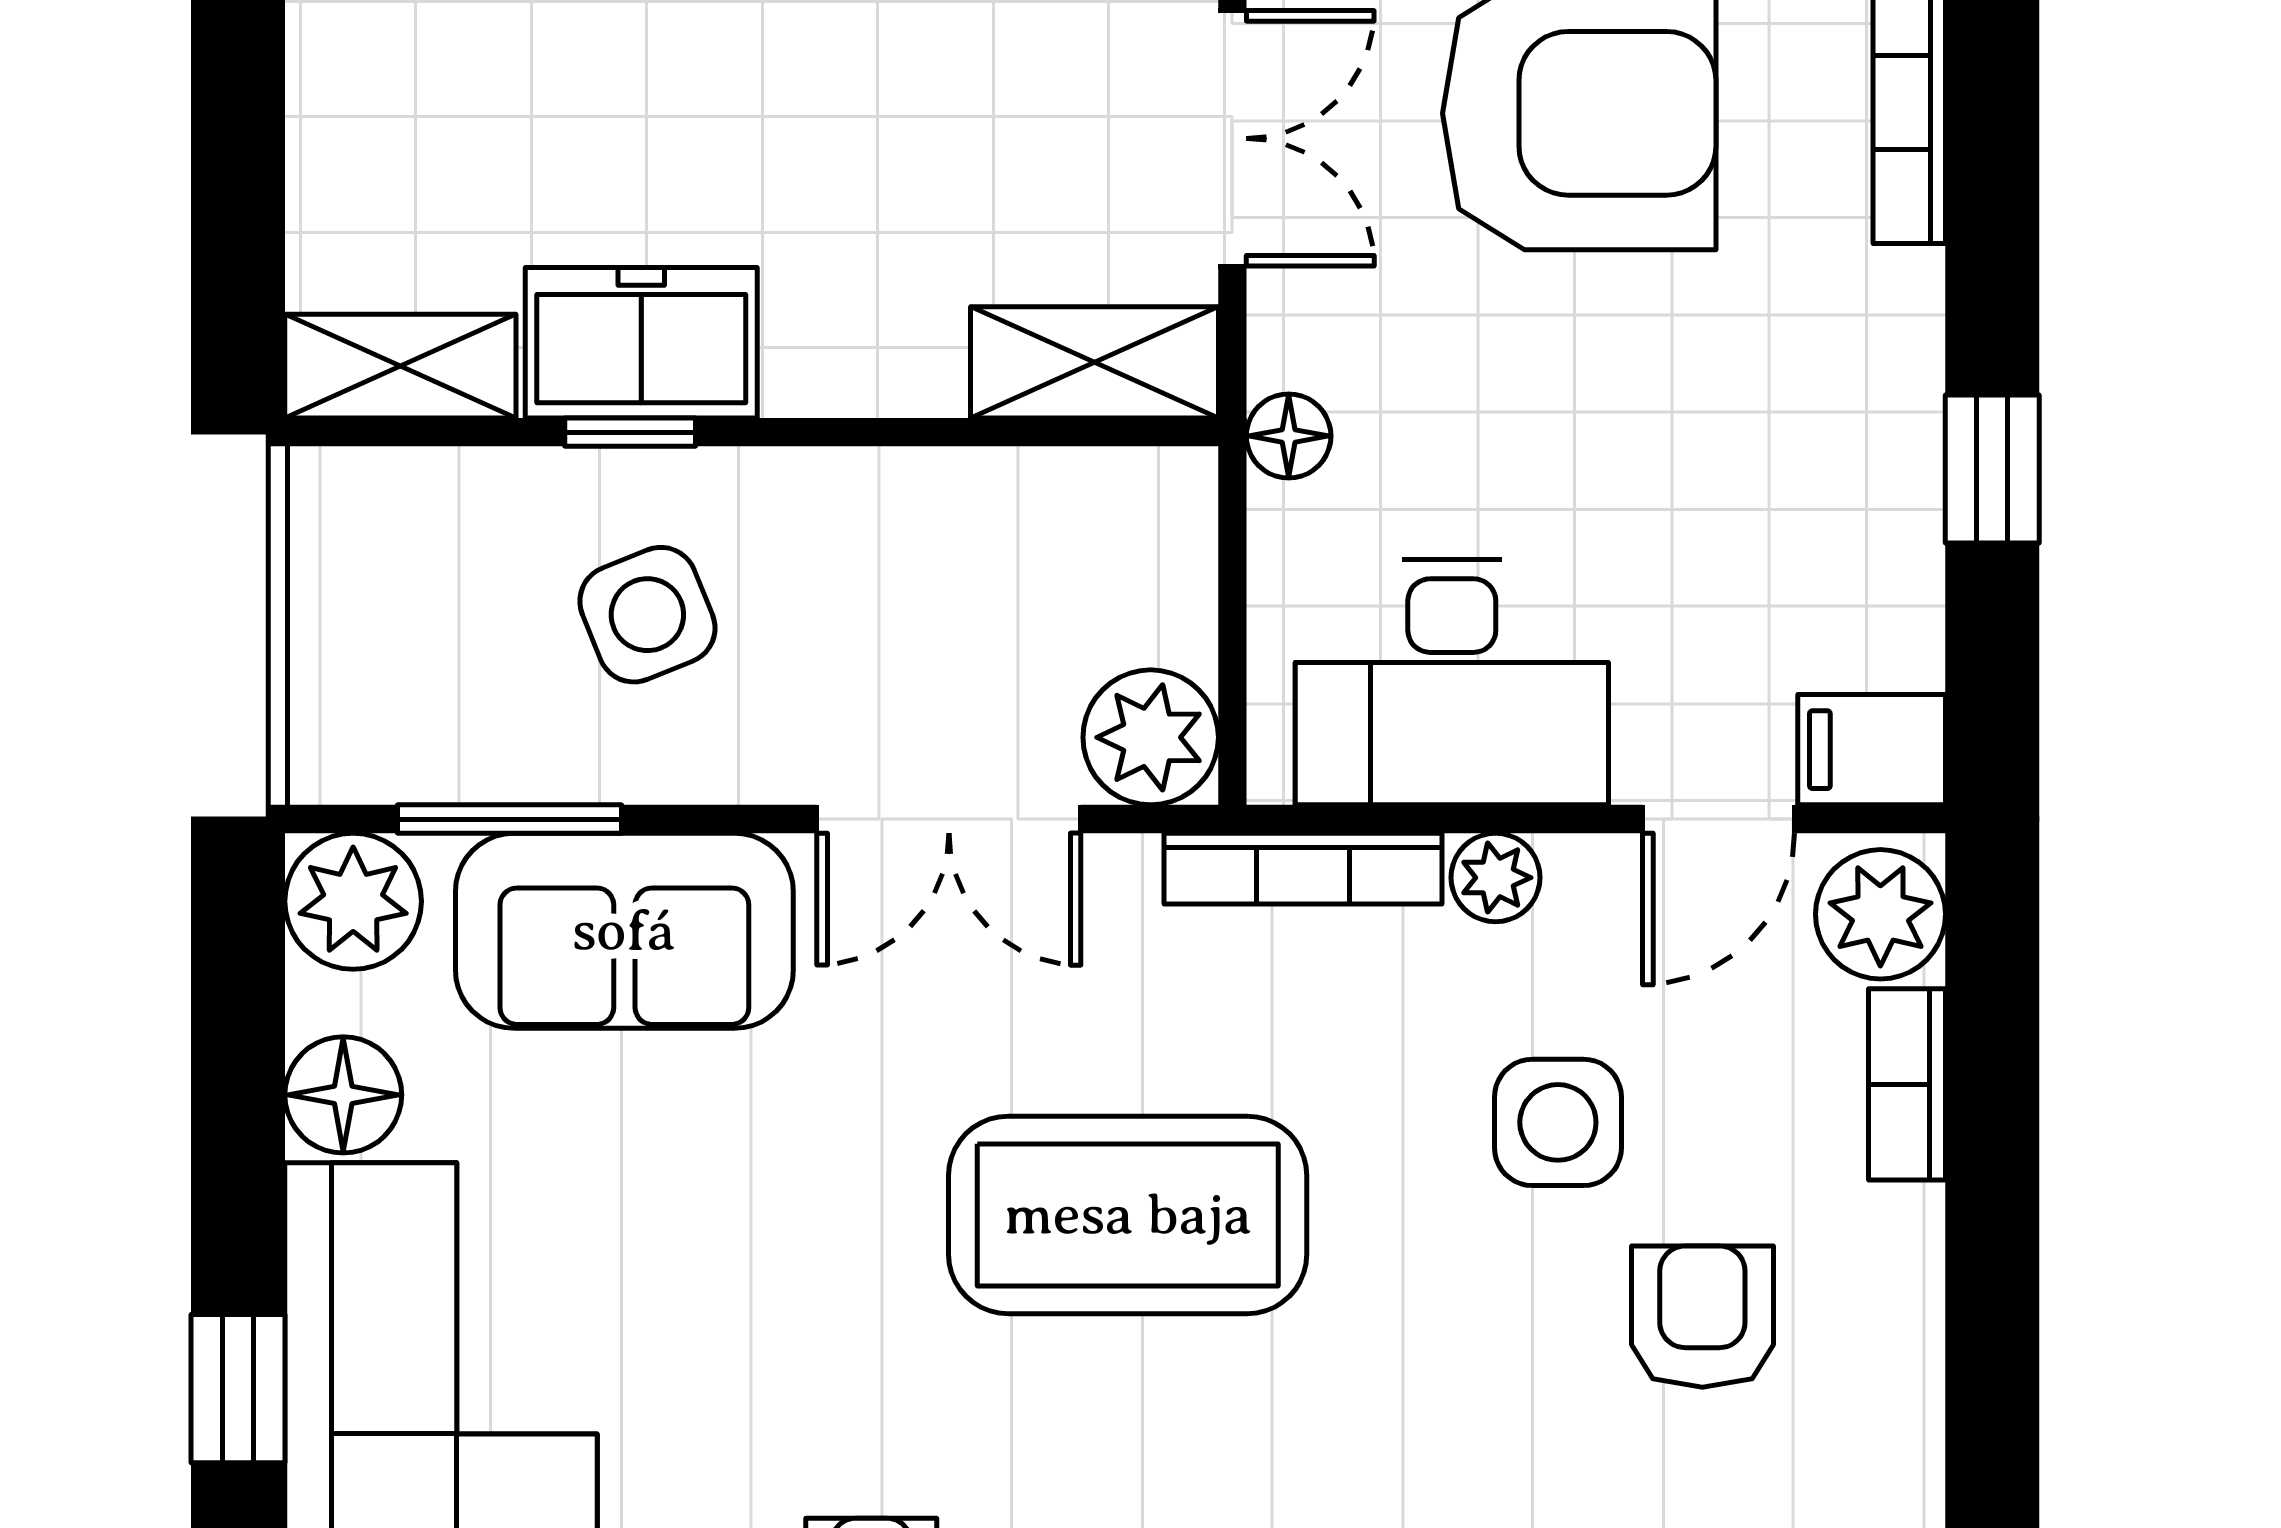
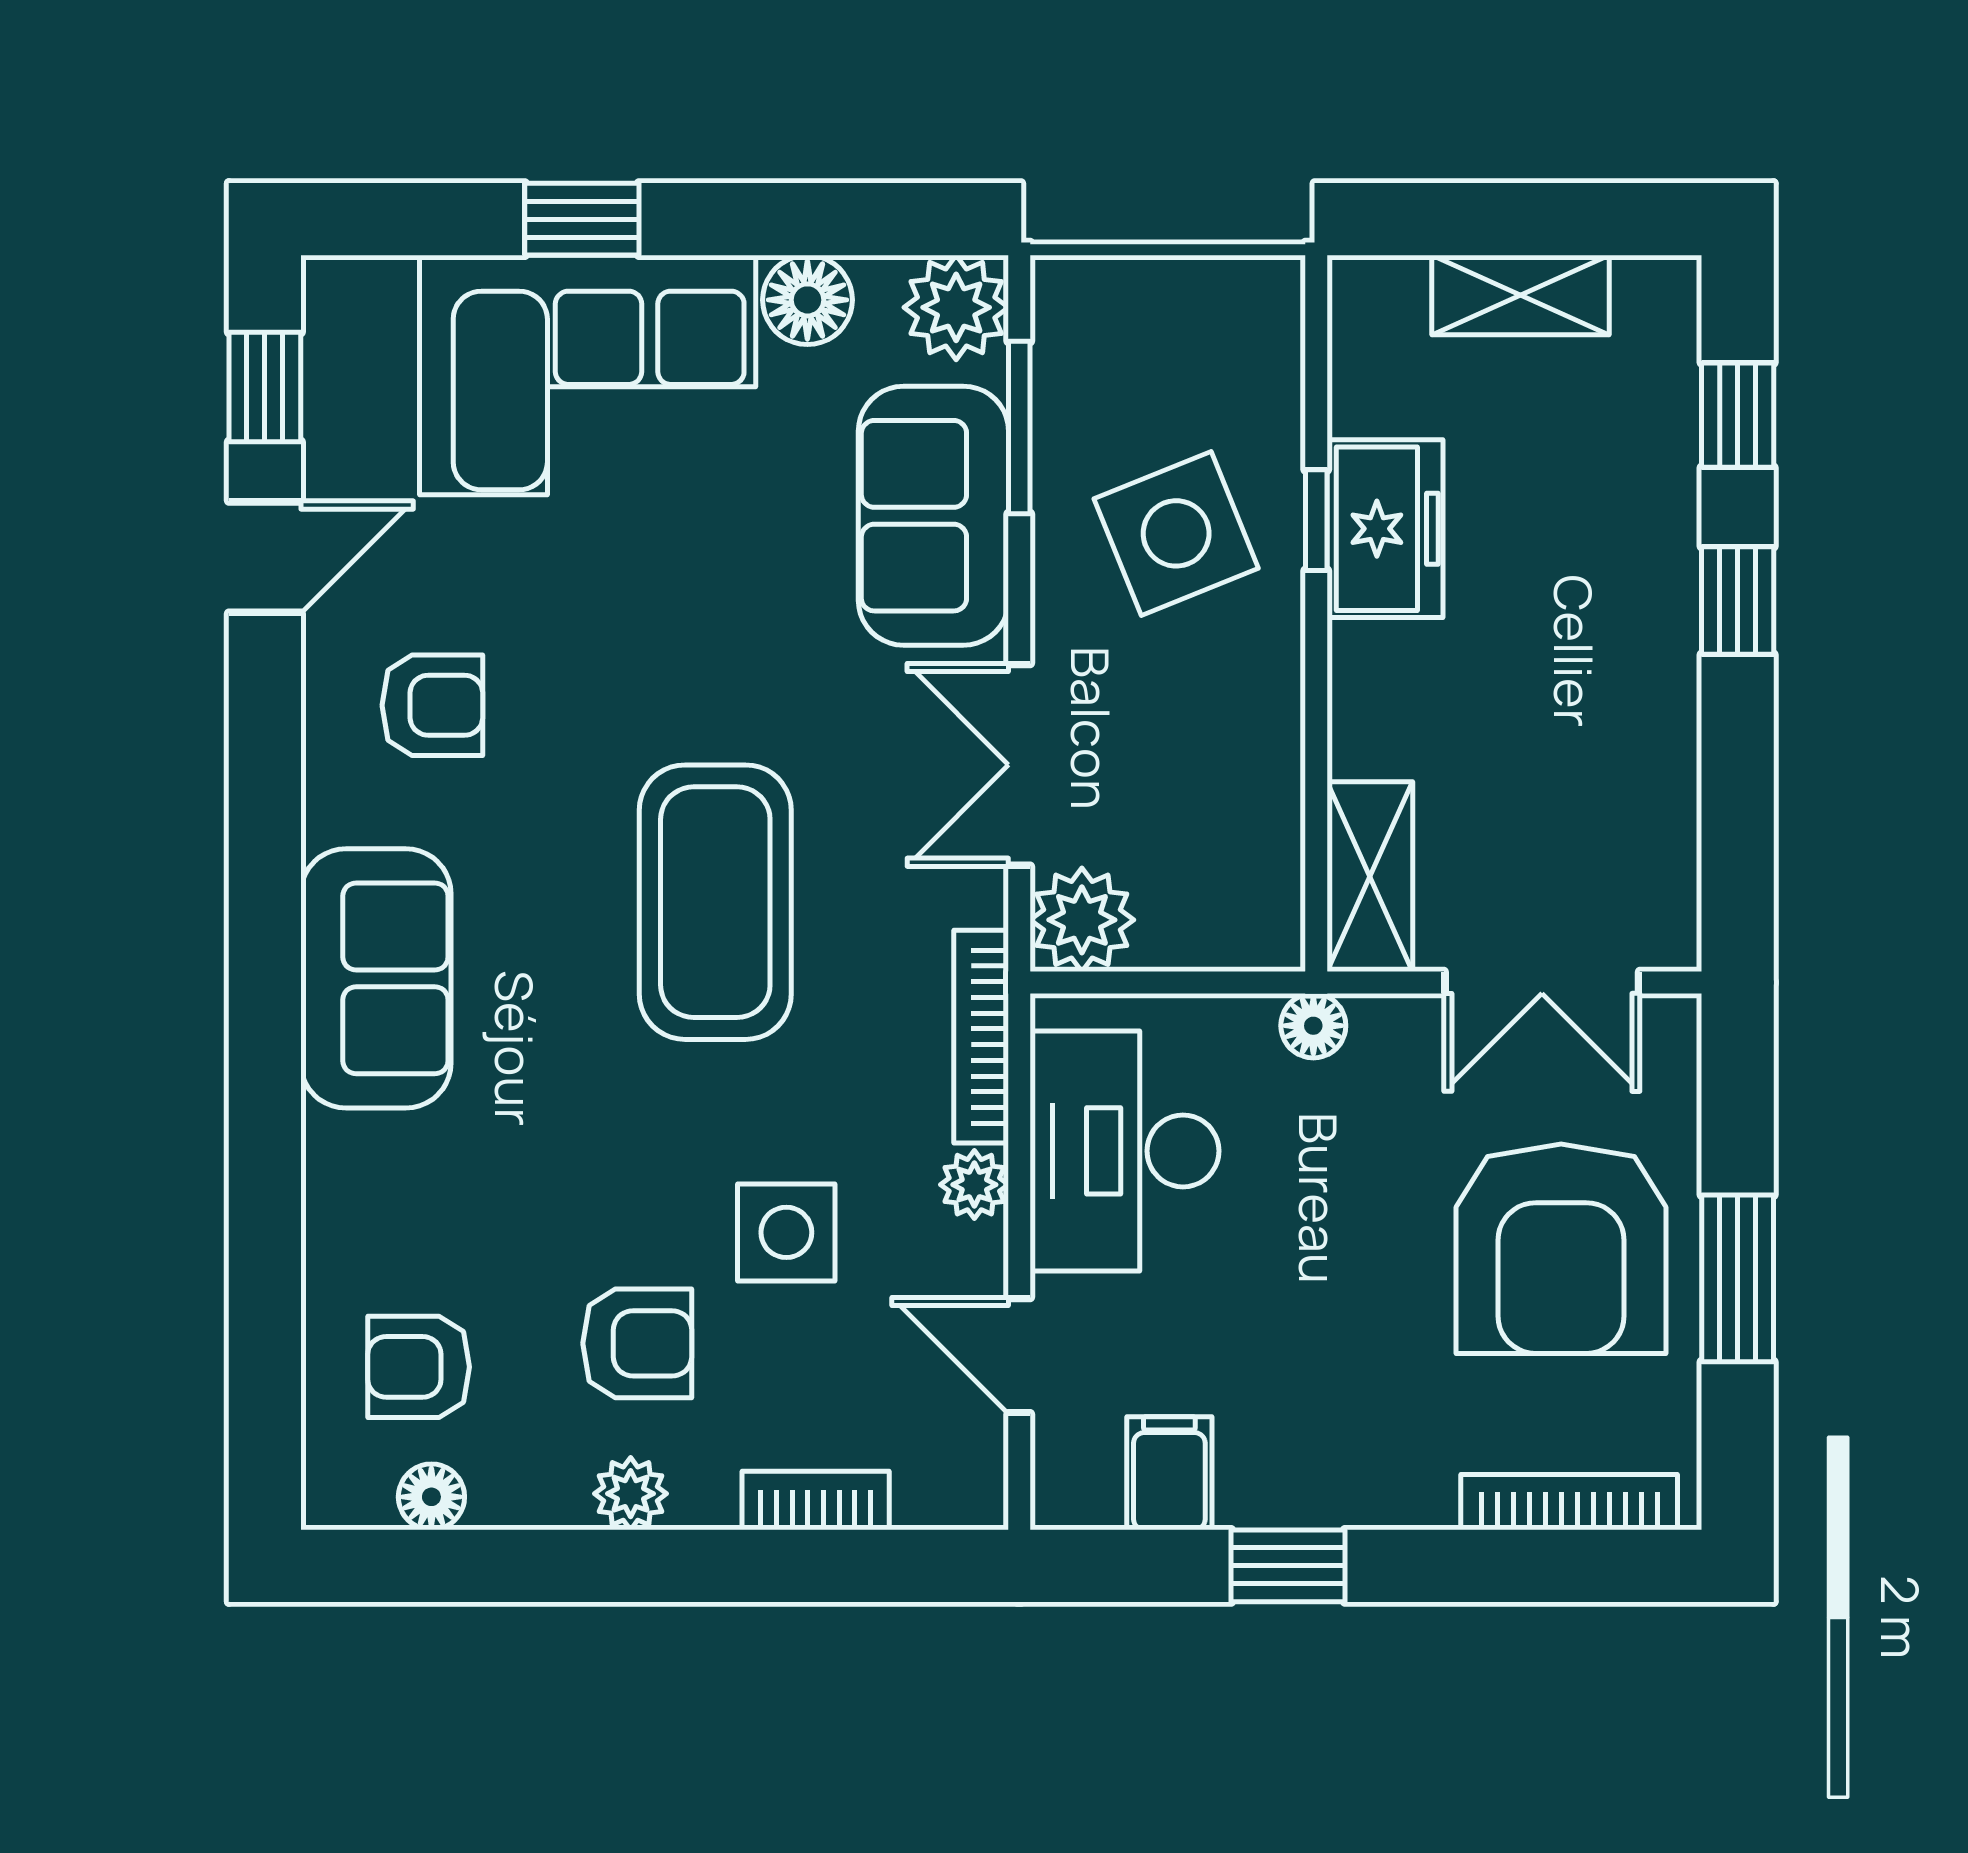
shelving: (400, 366) -> (1520, 295), moved, turned 90
side table: (647, 615) -> (1176, 533), width x1.37, depth x1.37
filing cabinet: (1872, 750) -> (1169, 1473), moved
plant: (1880, 914) -> (631, 1494), moved, width x0.73, depth x0.73

